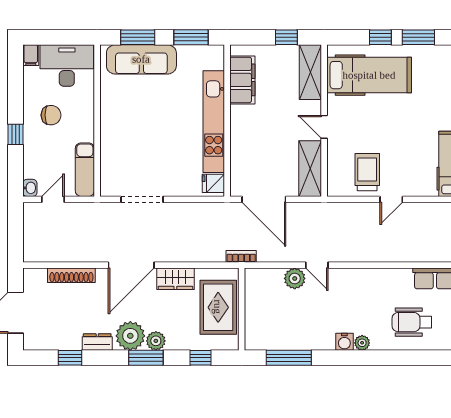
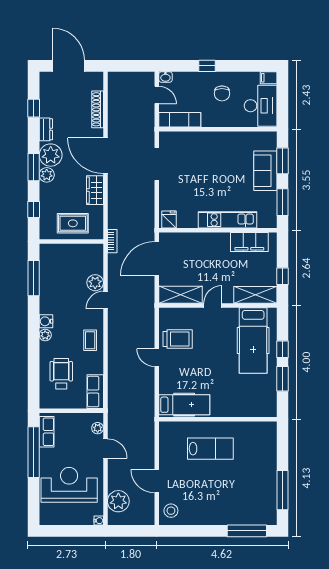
sofa: (141, 59) -> (265, 171), width x0.73
kitchen unit: (214, 122) -> (228, 220), width x0.73
coffee table: (369, 285) -> (90, 340), added
rug: (218, 307) -> (73, 223), width x0.73, depth x0.70

